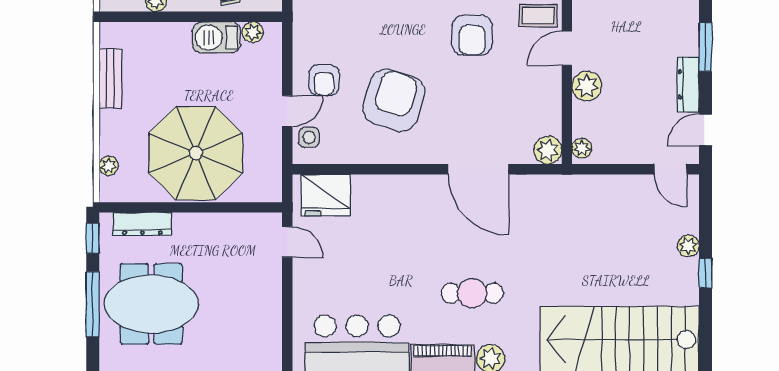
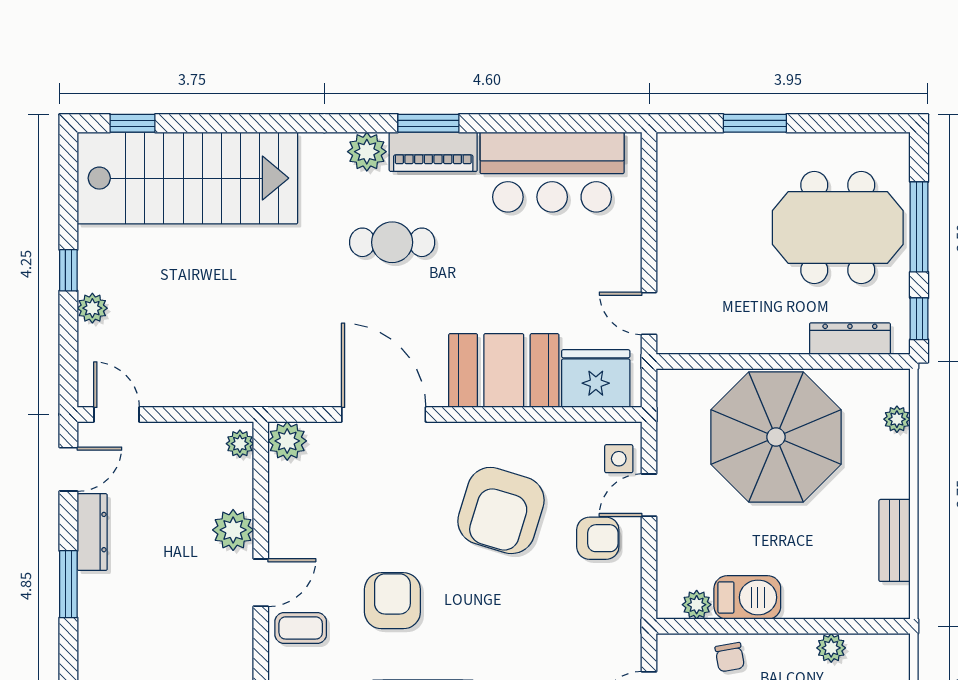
armchair: (324, 80) -> (598, 538), turned 90
booth: (392, 201) -> (504, 370), added

